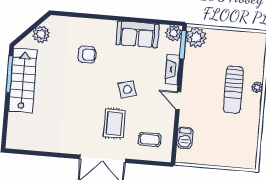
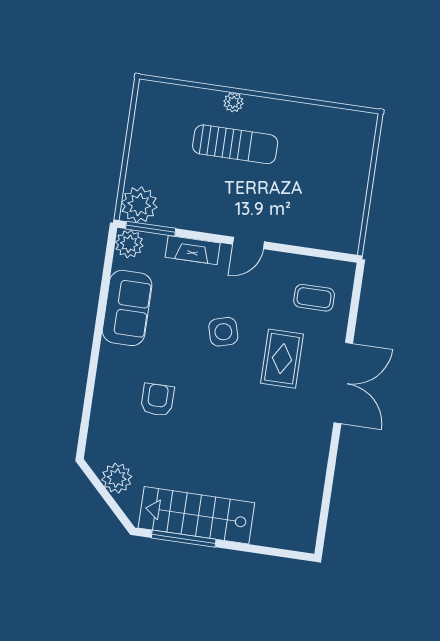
rug: (114, 123) -> (282, 359), turned 90
barbecue: (185, 138) -> (315, 235), removed
coffee table: (150, 139) -> (314, 298), turned 90

